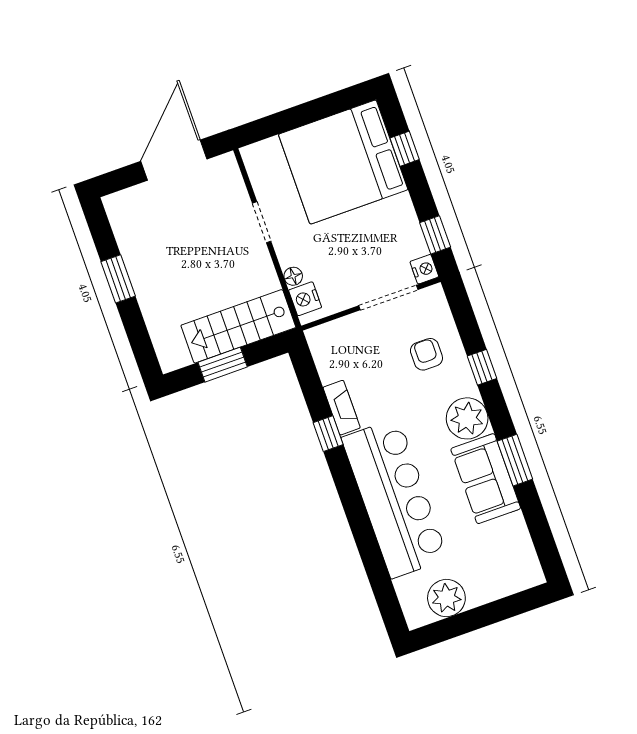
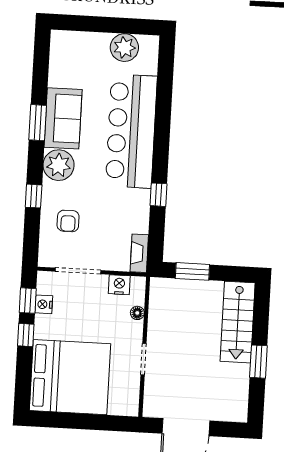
window: (405, 149) -> (26, 335), moved
nightstand: (424, 269) -> (44, 304), moved
nightstand: (305, 299) -> (119, 285), moved, turned -90
stairs: (238, 326) -> (238, 322), moved, turned 90
window: (223, 365) -> (192, 271), moved
fireplace: (342, 408) -> (139, 253), moved

